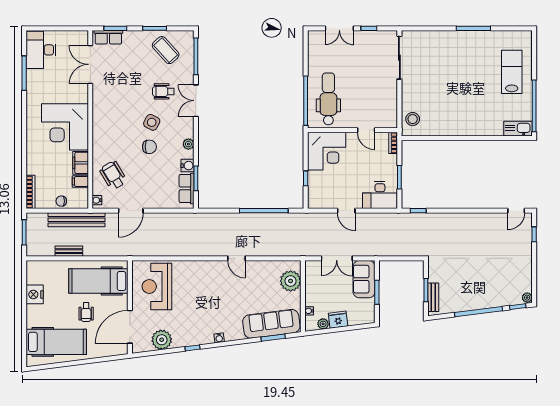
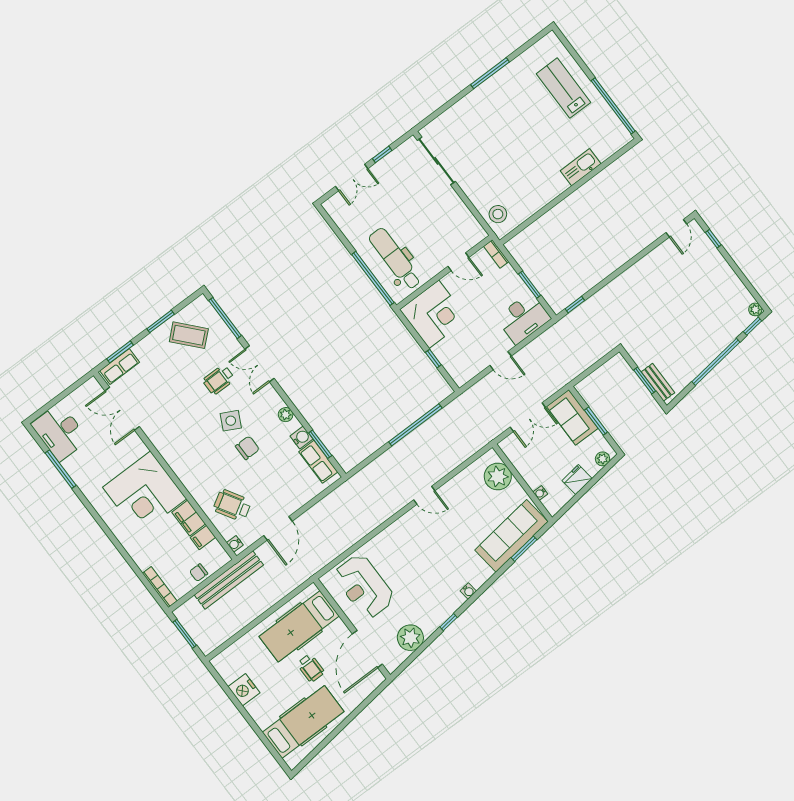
kitchen sink: (518, 129) -> (581, 167), moved
bench: (69, 251) -> (245, 618), removed
plant: (323, 324) -> (603, 459), moved

